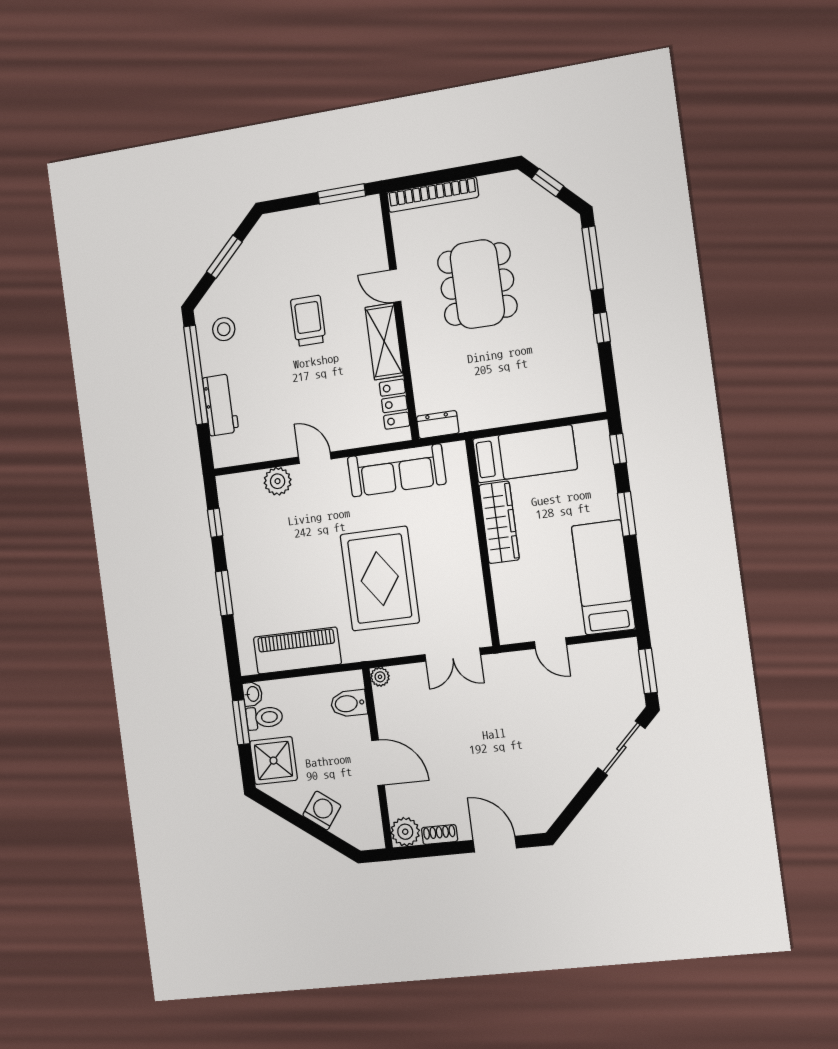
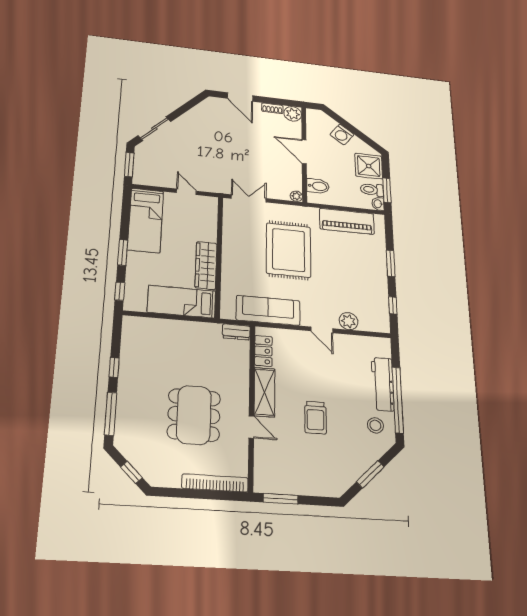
workbench: (221, 405) -> (383, 384), width x1.38

